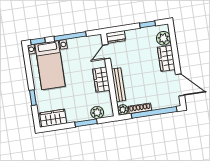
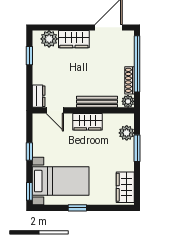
window: (70, 36) -> (29, 152), width x0.46
window: (33, 98) -> (77, 208), moved

